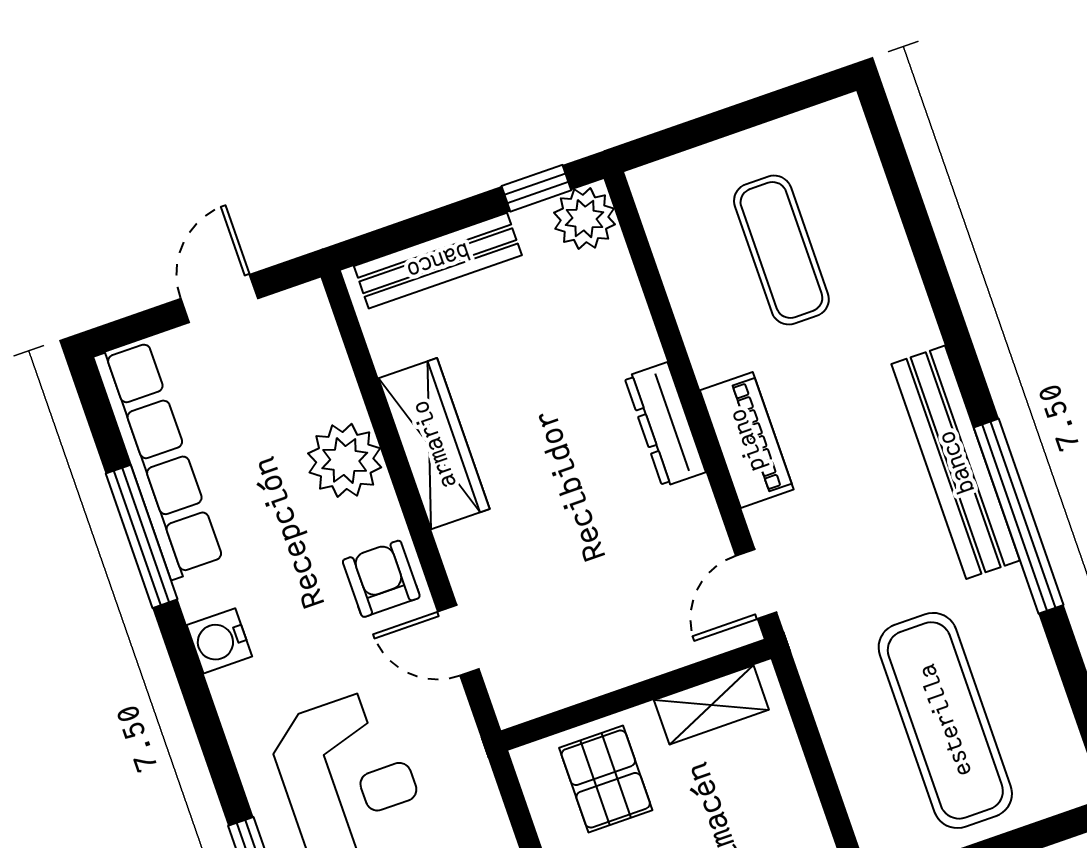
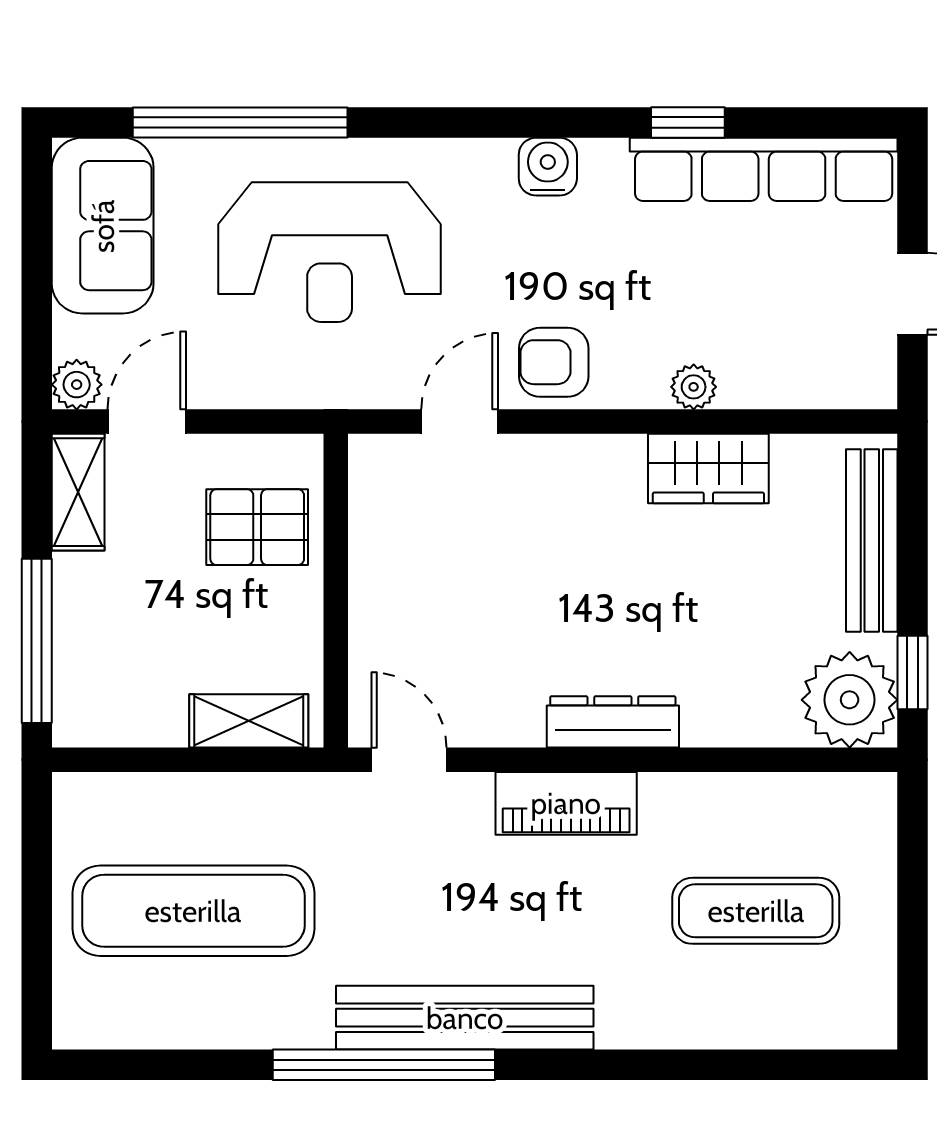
plant: (585, 219) -> (850, 700), width x1.36, depth x1.36
wardrobe: (434, 444) -> (708, 469), width x0.67
plant: (345, 460) -> (694, 387), width x0.53, depth x0.53
window: (142, 536) -> (688, 123), width x0.46
armchair: (381, 579) -> (554, 362), turned 180
shelving: (711, 705) -> (249, 721), moved, turned 90

